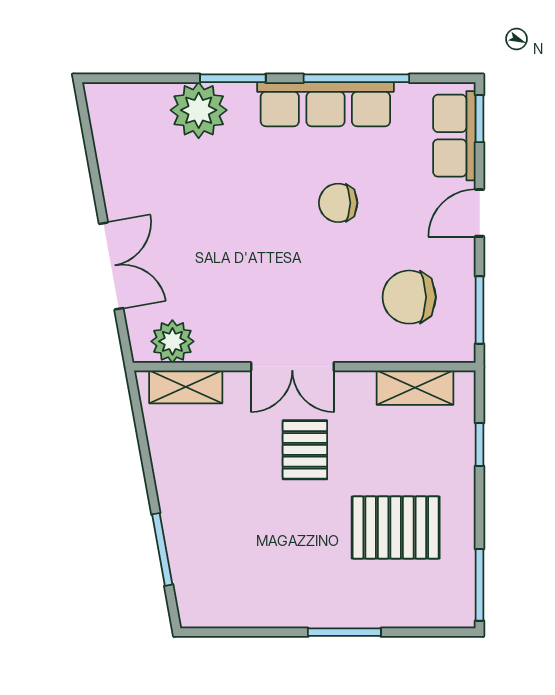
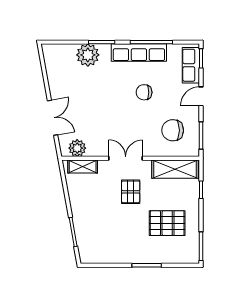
double door: (292, 367) -> (126, 158), swing flipped
shelving: (415, 388) -> (175, 169), width x1.50, depth x1.33

